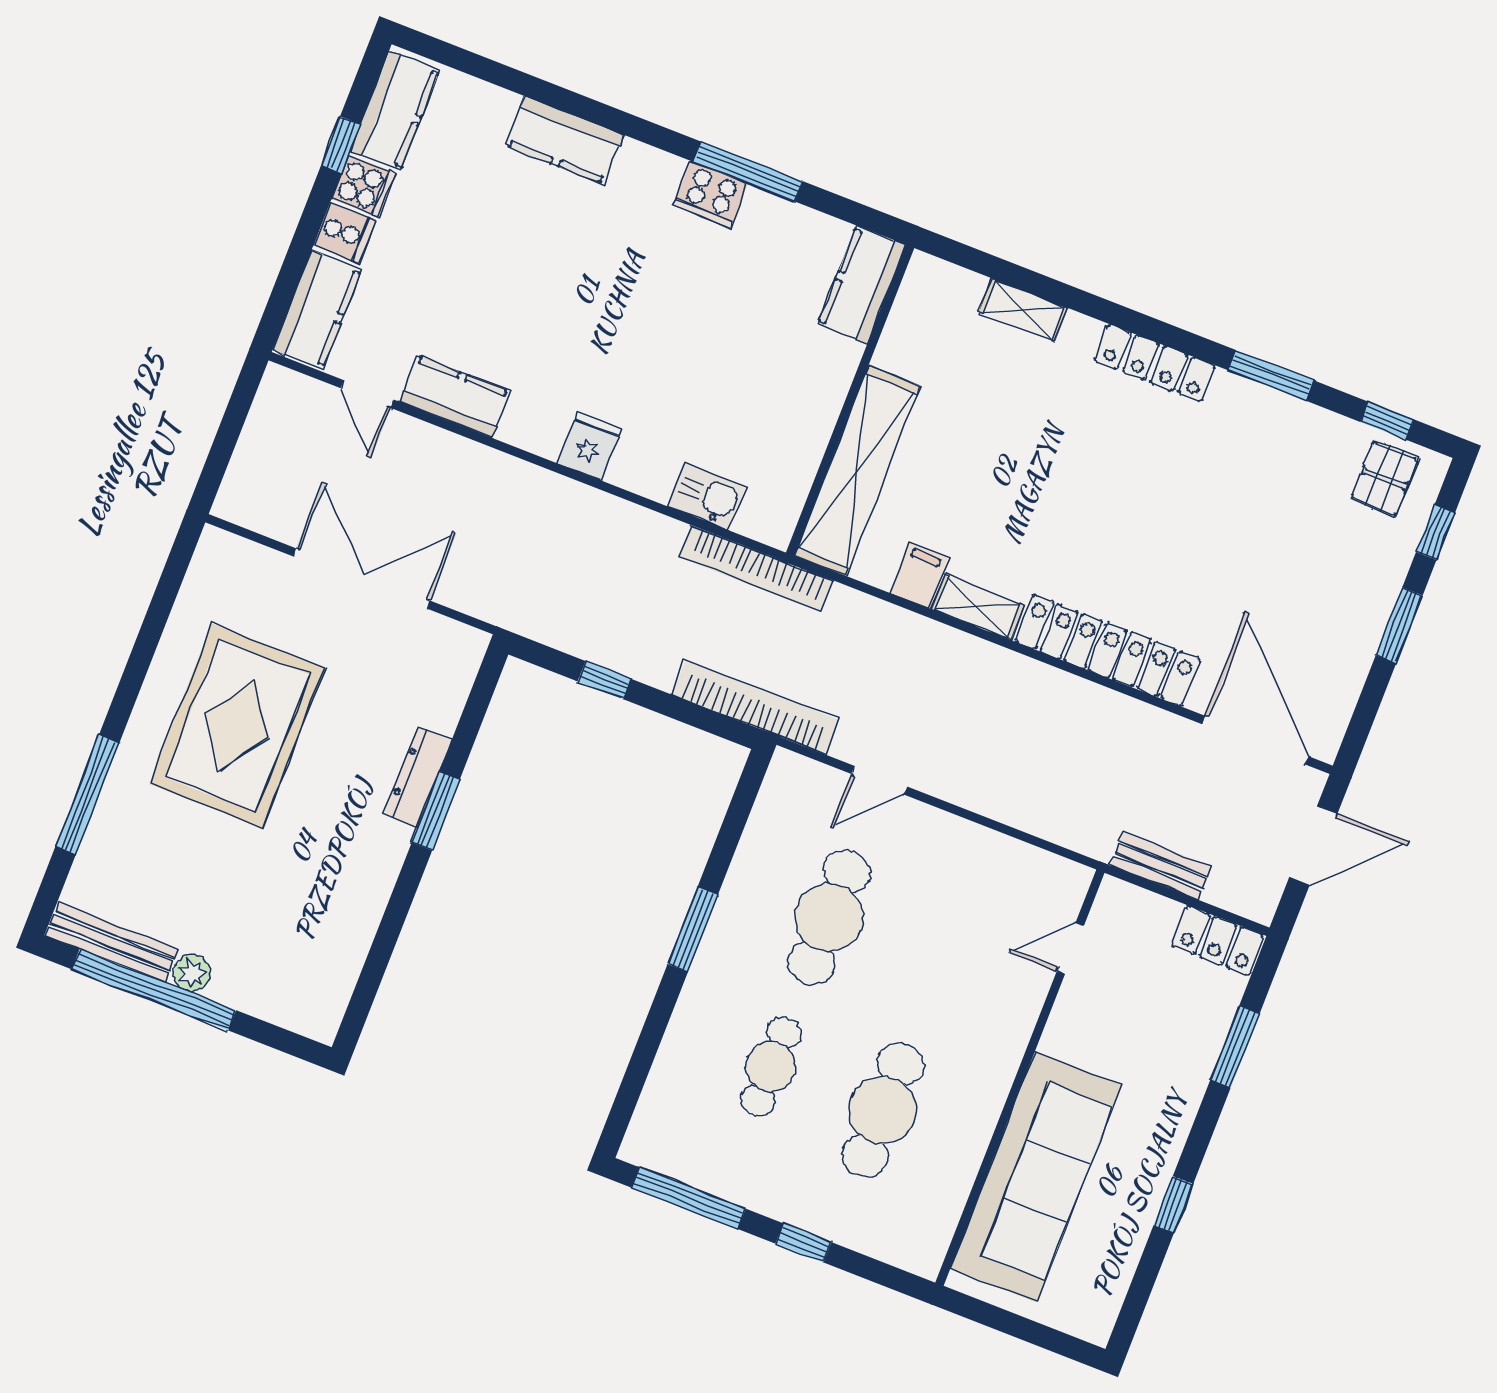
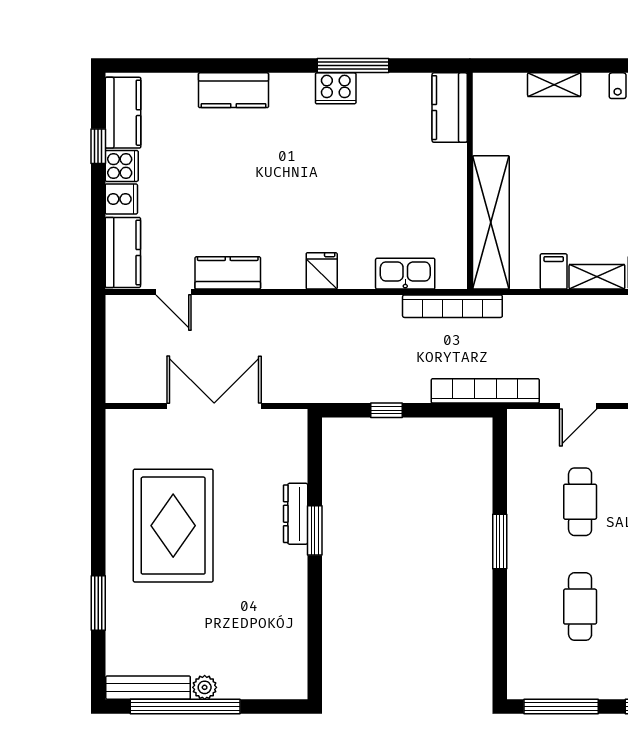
kitchen sink: (707, 496) -> (405, 274), width x1.38
window: (88, 794) -> (98, 603), width x0.69
cafe table: (829, 917) -> (580, 502), width x0.73, depth x0.74

